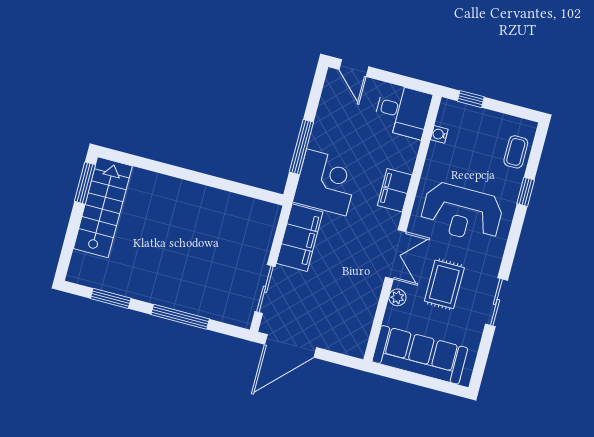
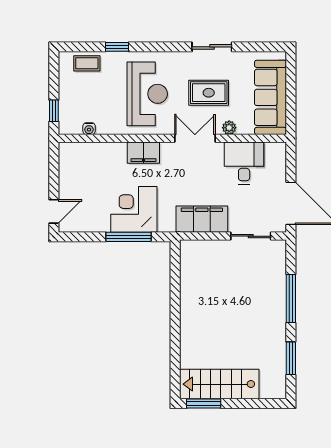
desk: (403, 111) -> (244, 163), moved
corner desk: (326, 182) -> (134, 209), moved

